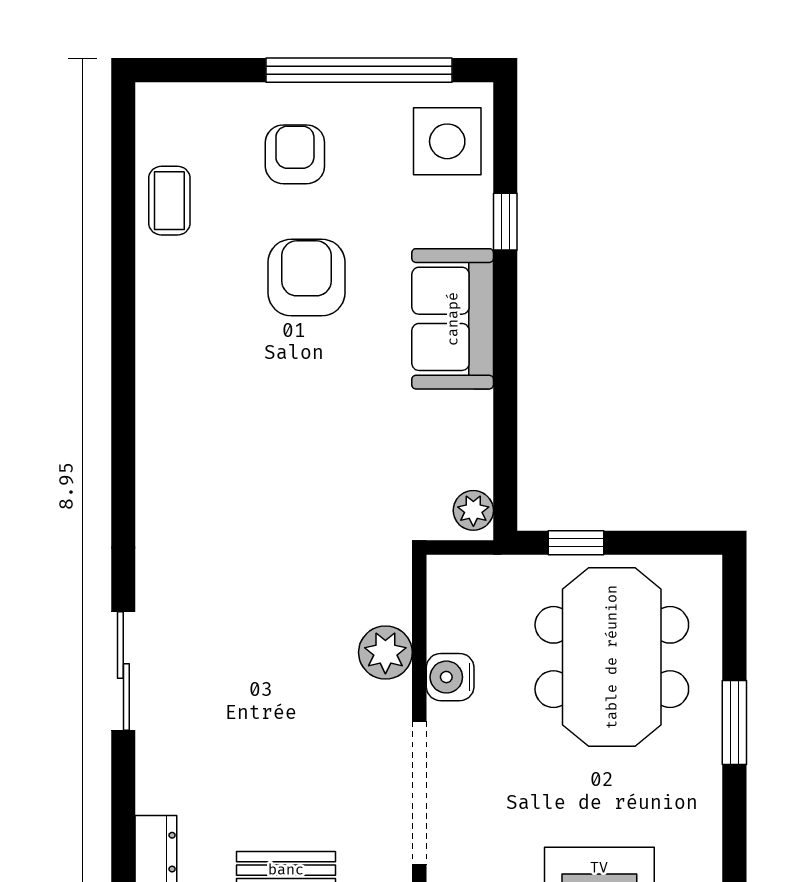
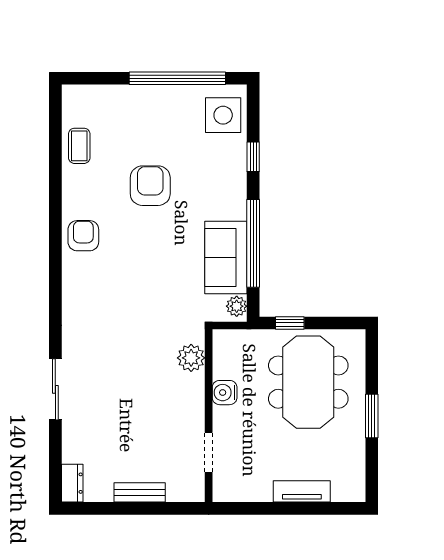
armchair: (295, 154) -> (83, 236), moved
sofa: (453, 319) -> (226, 258), moved
window: (505, 389) -> (253, 243), added
plant: (385, 652) -> (191, 358), moved
doorway: (419, 793) -> (209, 452), width x0.53

